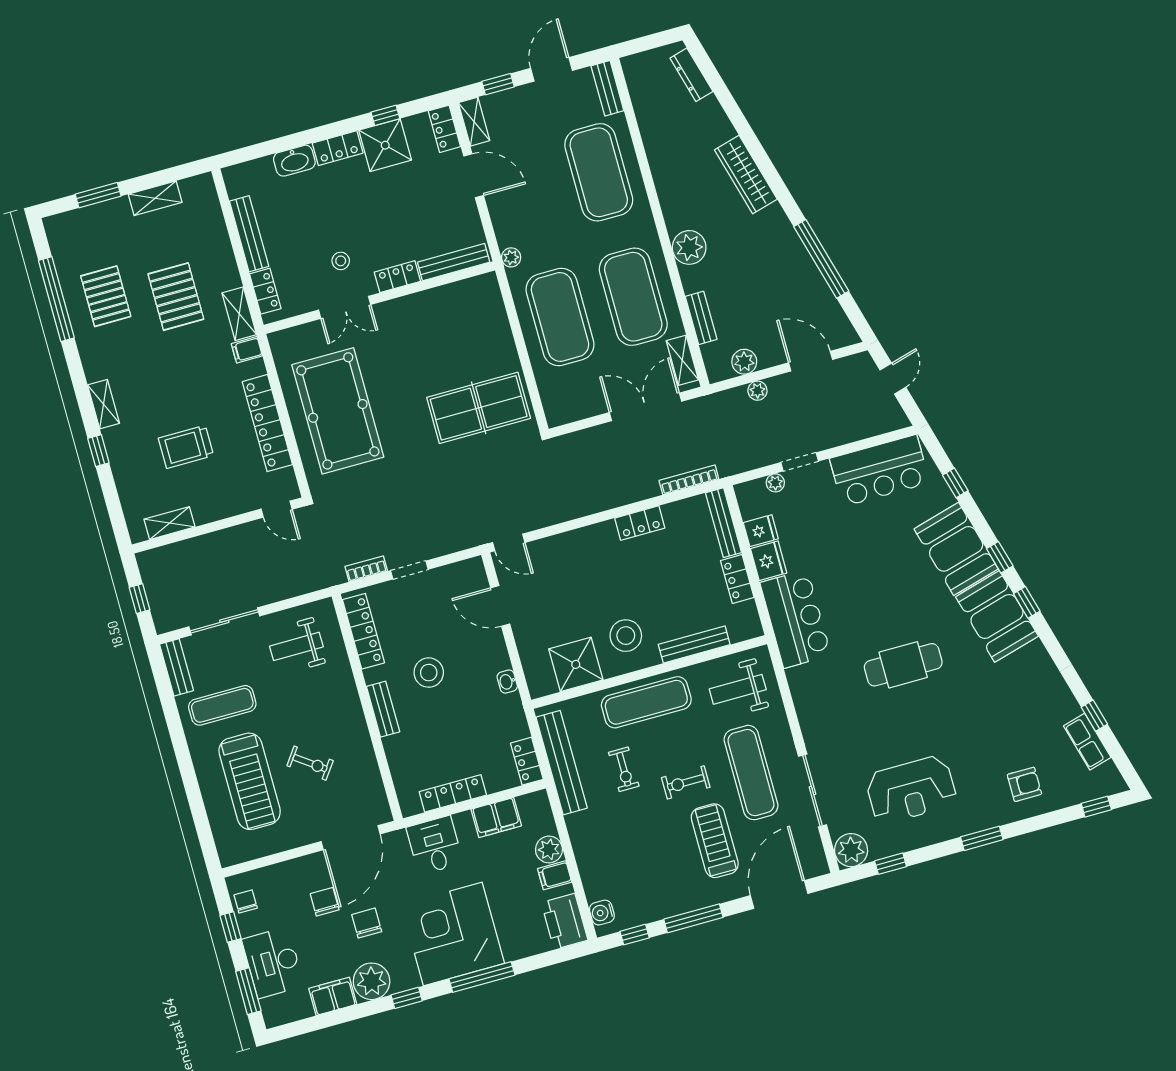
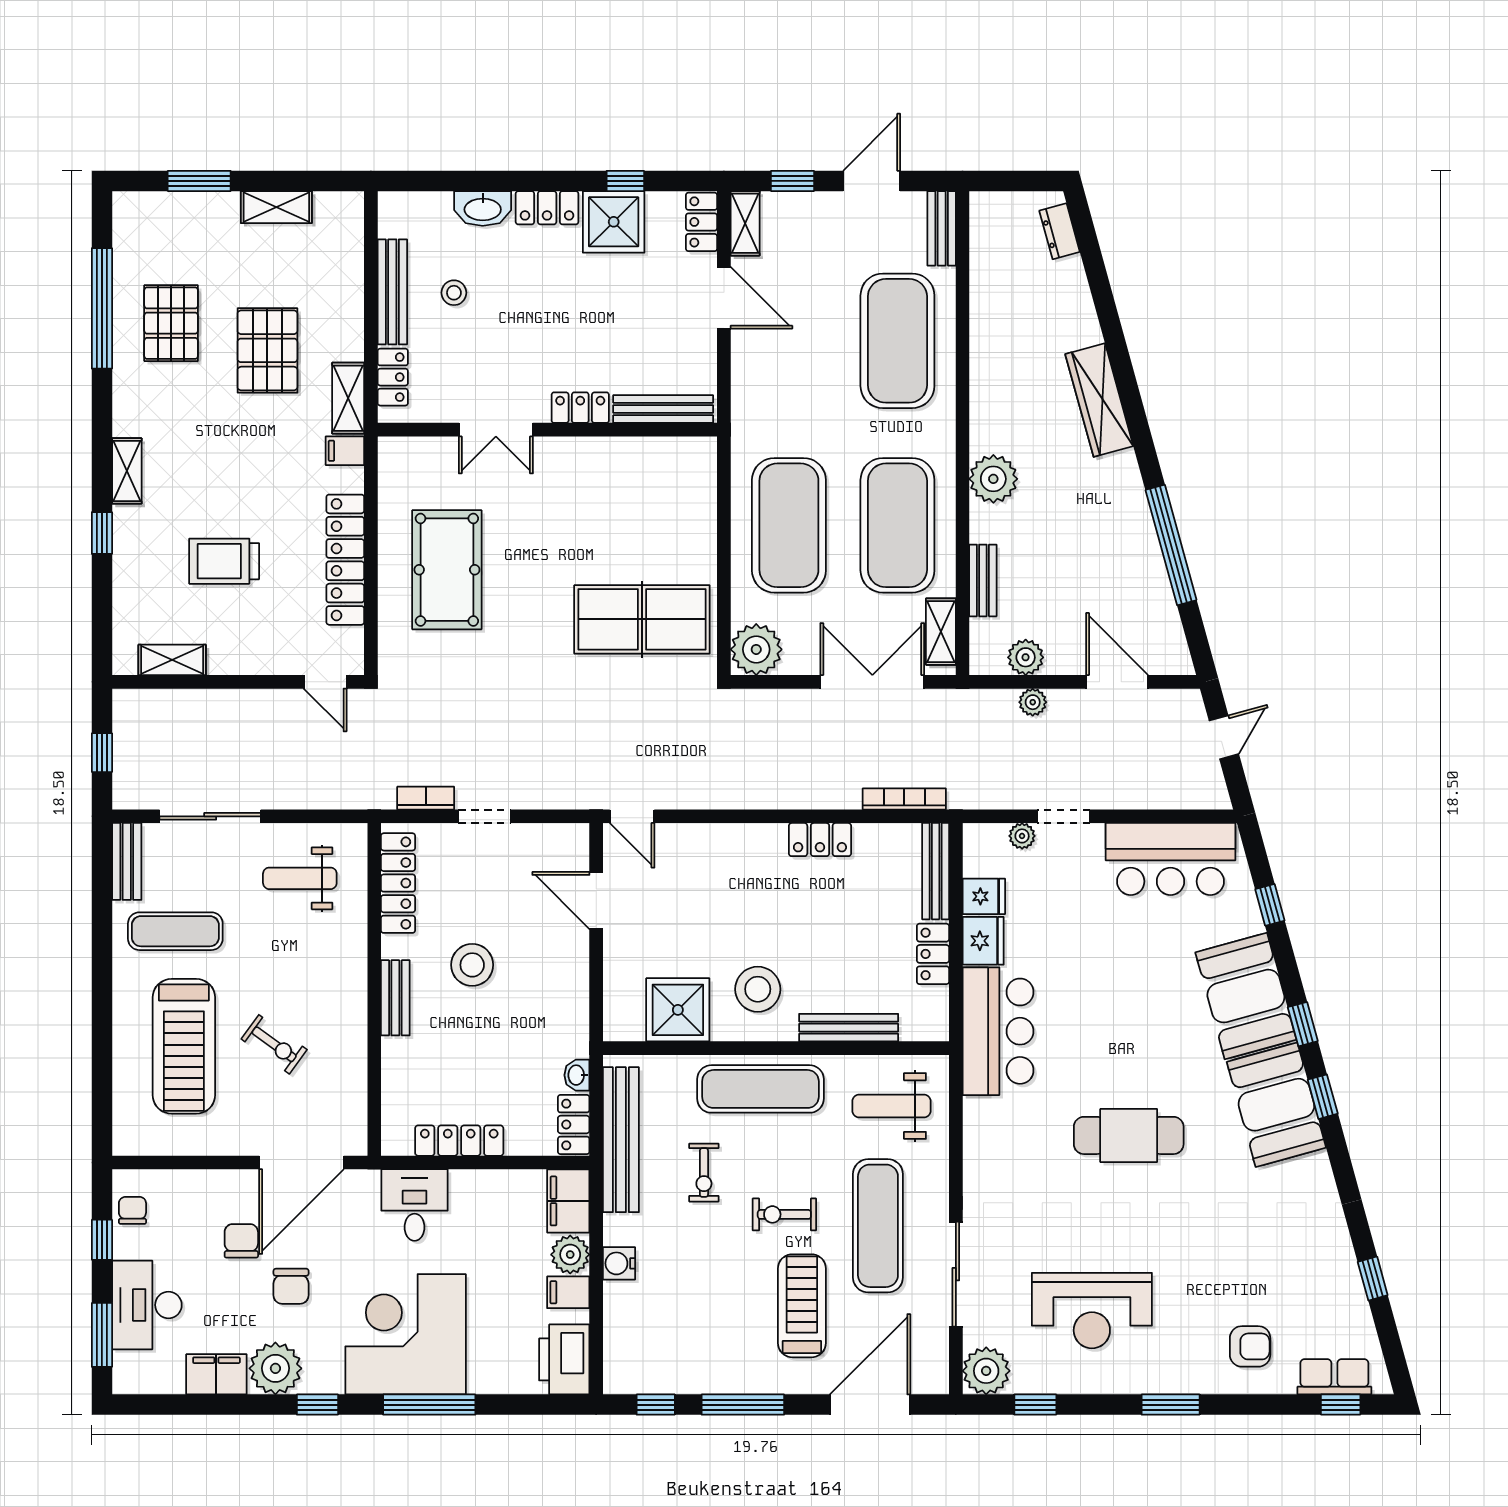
dresser: (691, 75) -> (1060, 231), width x0.70
plant: (511, 257) -> (756, 649), moved, width x1.88, depth x1.88
stool: (341, 261) -> (454, 293), moved
pool table: (338, 411) -> (447, 570), width x0.73, depth x0.76
washbasin: (507, 682) -> (577, 1075), moved
row of seats: (1087, 742) -> (1334, 1377), moved, turned 105
filing cabinet: (496, 817) -> (568, 1201), moved, turned 90
water cooler: (602, 913) -> (619, 1263), moved
chair: (367, 923) -> (291, 1286), turned 180

